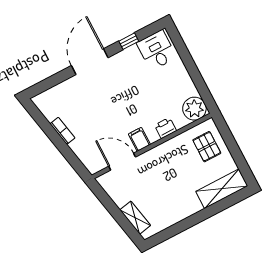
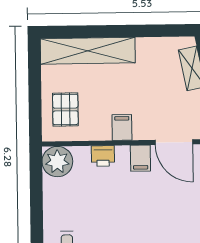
filing cabinet: (162, 154) -> (122, 127), added
shelving: (222, 189) -> (88, 51), width x1.47

